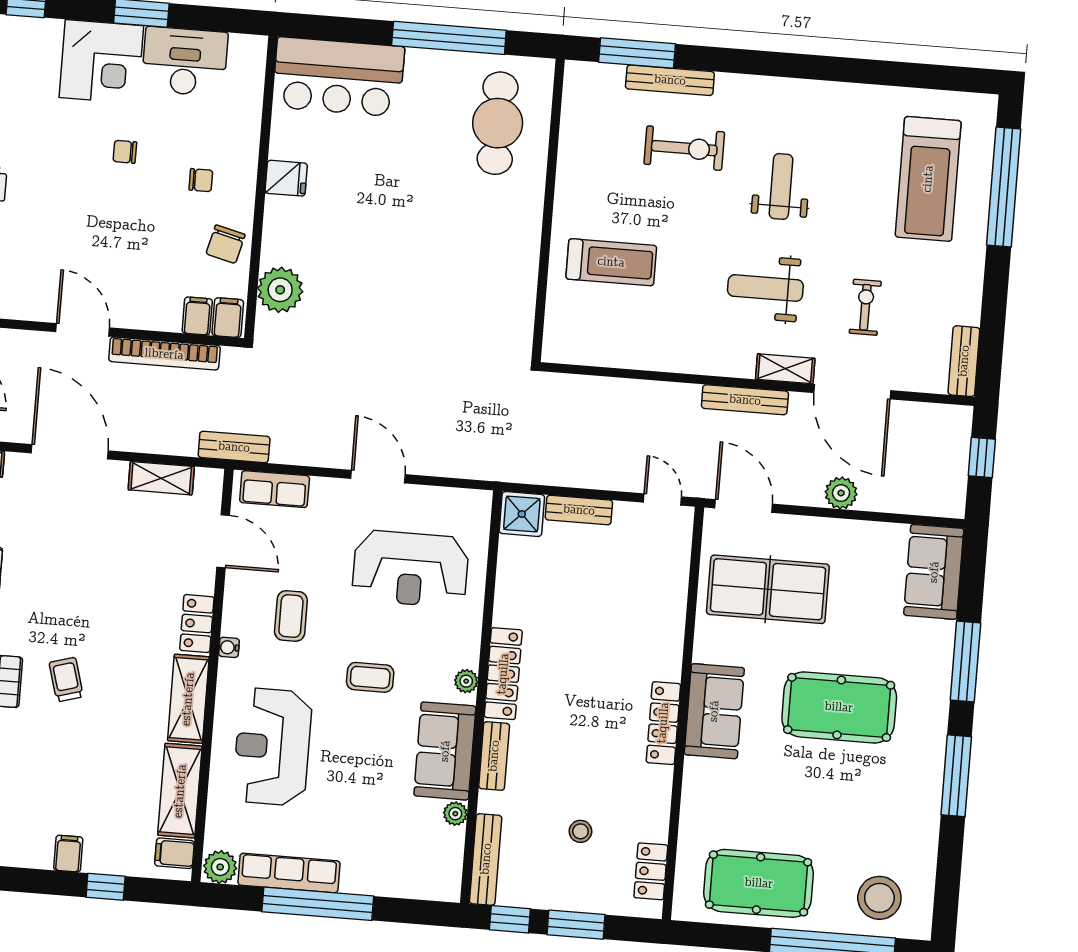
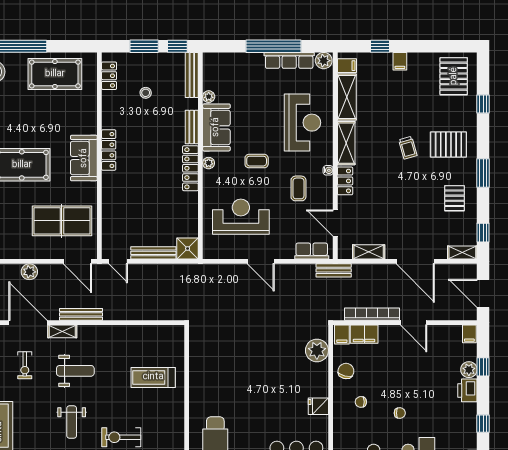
filing cabinet: (197, 316) -> (364, 334), width x2.00
bench: (579, 510) -> (153, 253), width x1.36

